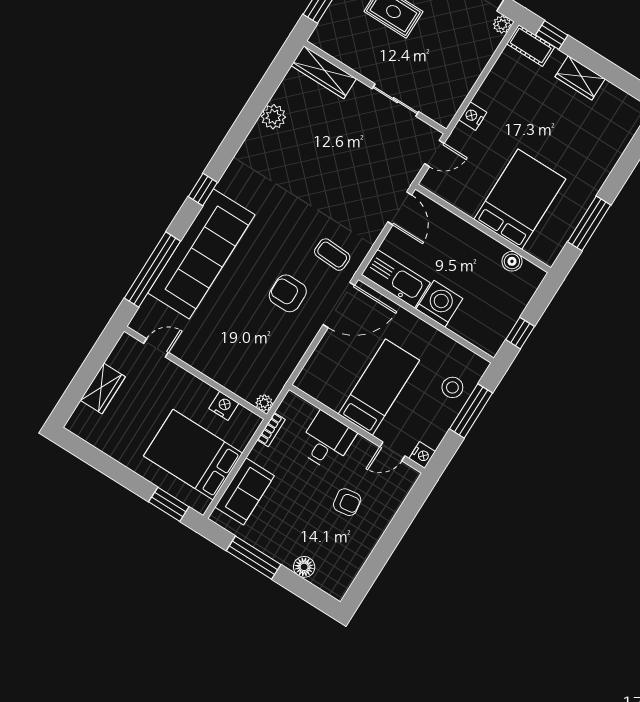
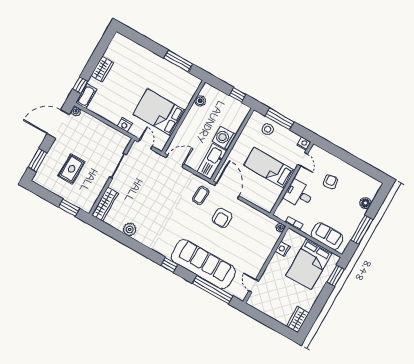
bed: (520, 199) -> (159, 112), moved
wardrobe: (103, 388) -> (298, 319), moved, turned -90

